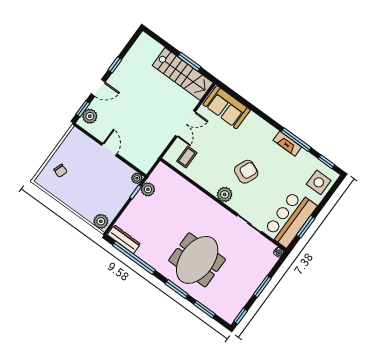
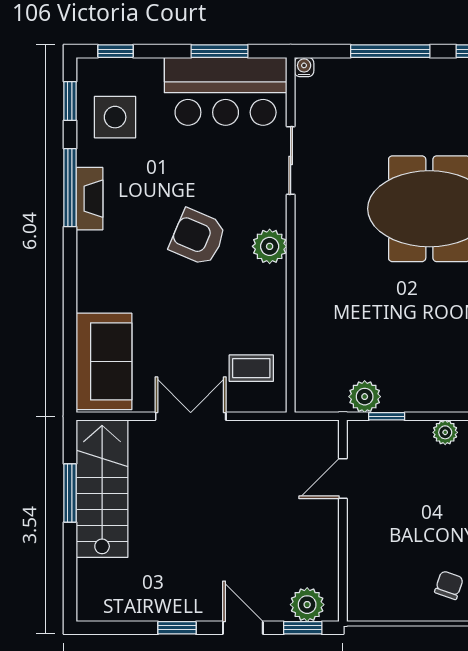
door: (109, 150) -> (343, 479), moved
plant: (137, 178) -> (445, 432), moved
side table: (319, 182) -> (115, 117), moved
window: (332, 190) -> (115, 51), added
window: (262, 286) -> (390, 51), width x1.44

